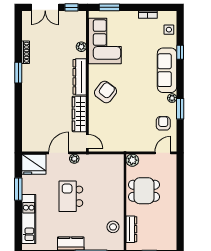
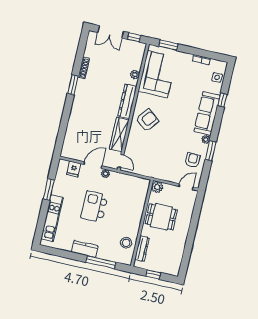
fridge: (34, 164) -> (74, 169), width x0.53, depth x0.75

